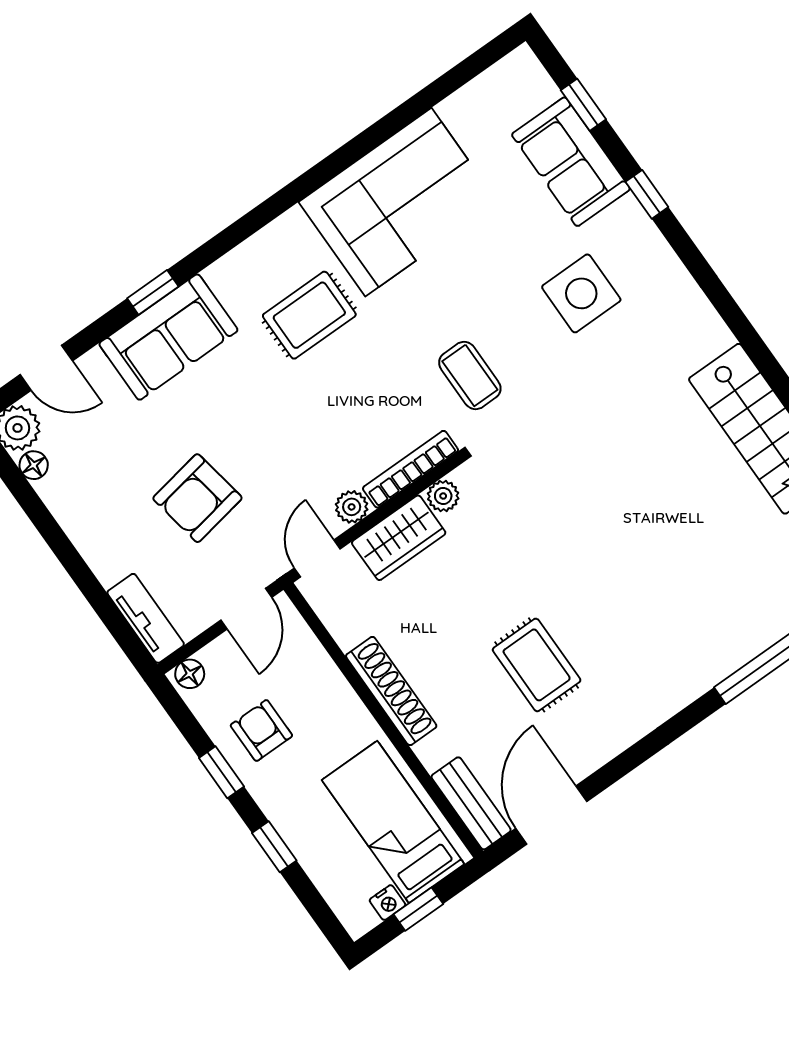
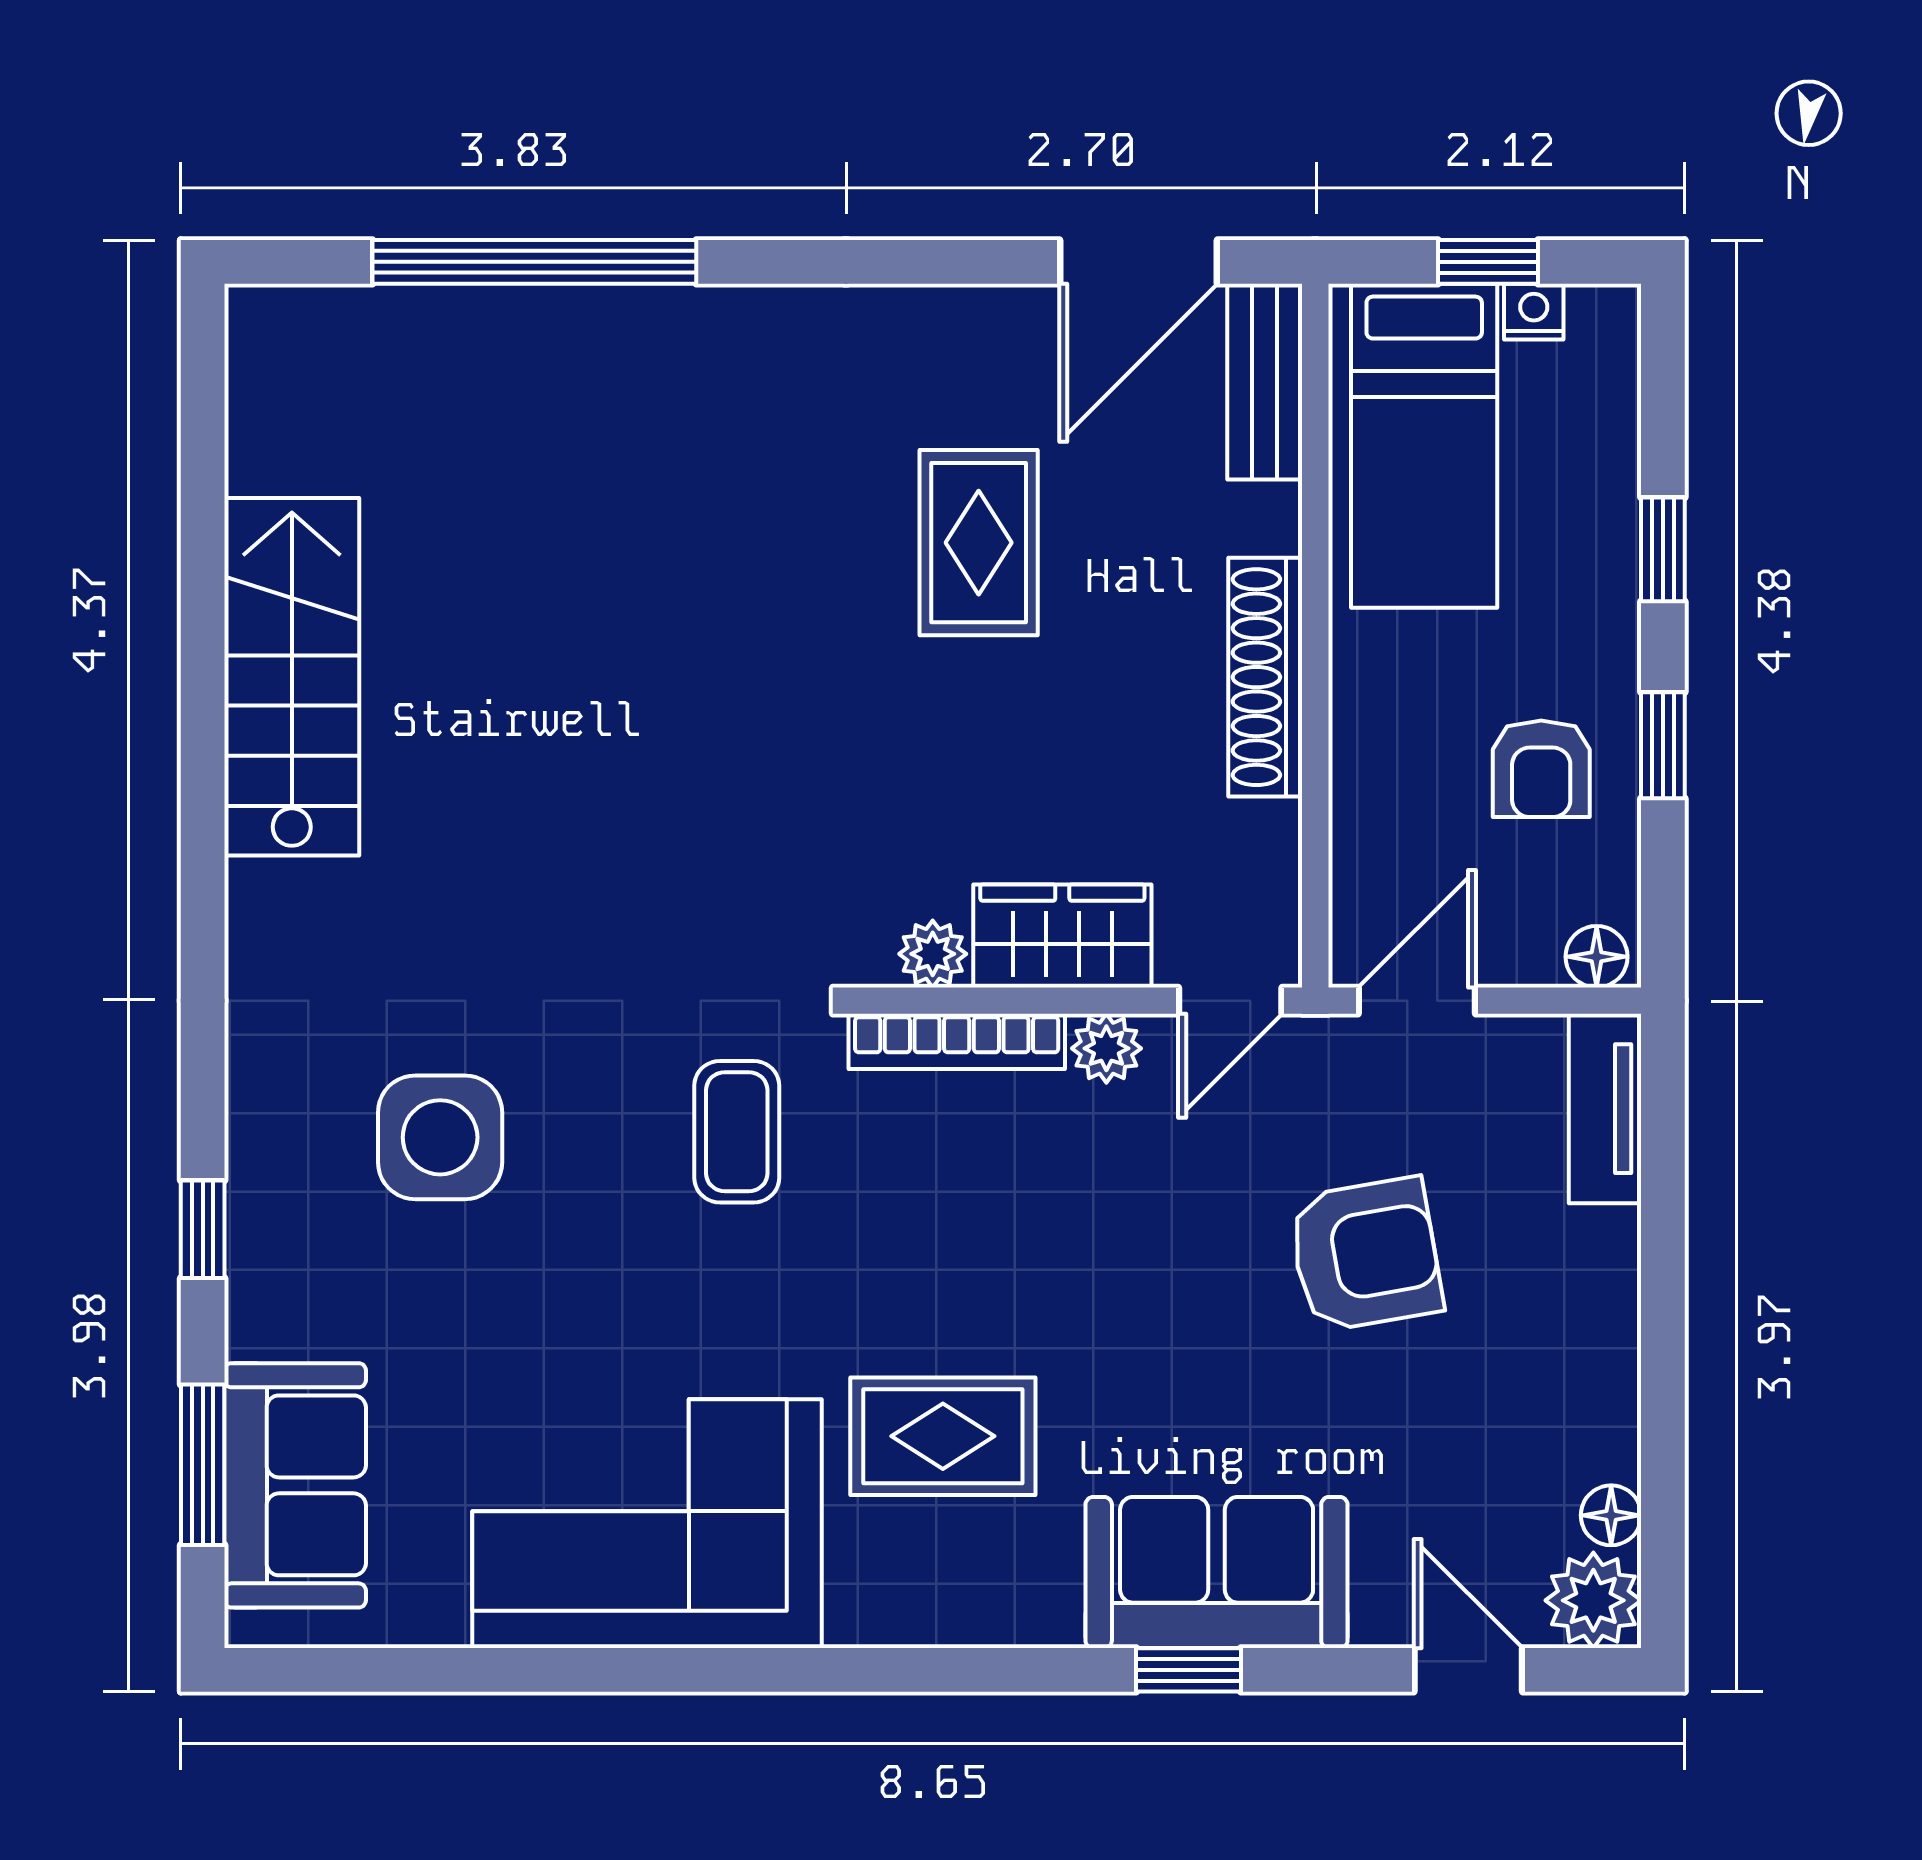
window: (583, 105) -> (203, 1465), width x1.50
sofa: (571, 162) -> (295, 1485), moved

